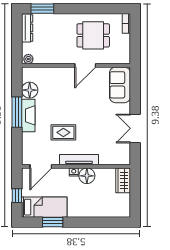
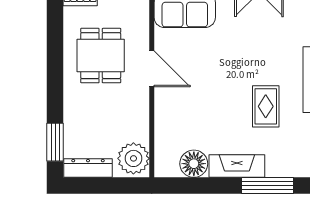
plant: (28, 59) -> (133, 158), width x1.87, depth x1.87
window: (17, 112) -> (267, 186), moved

